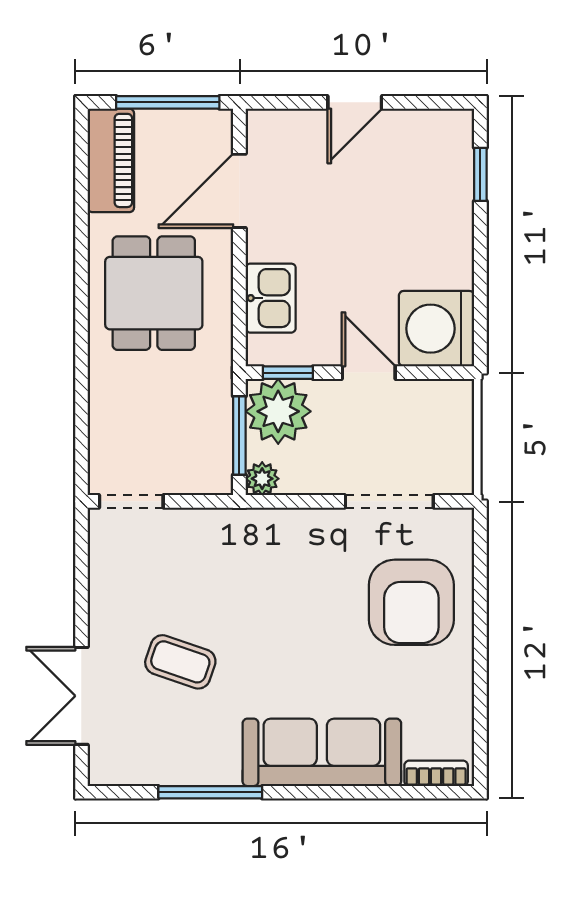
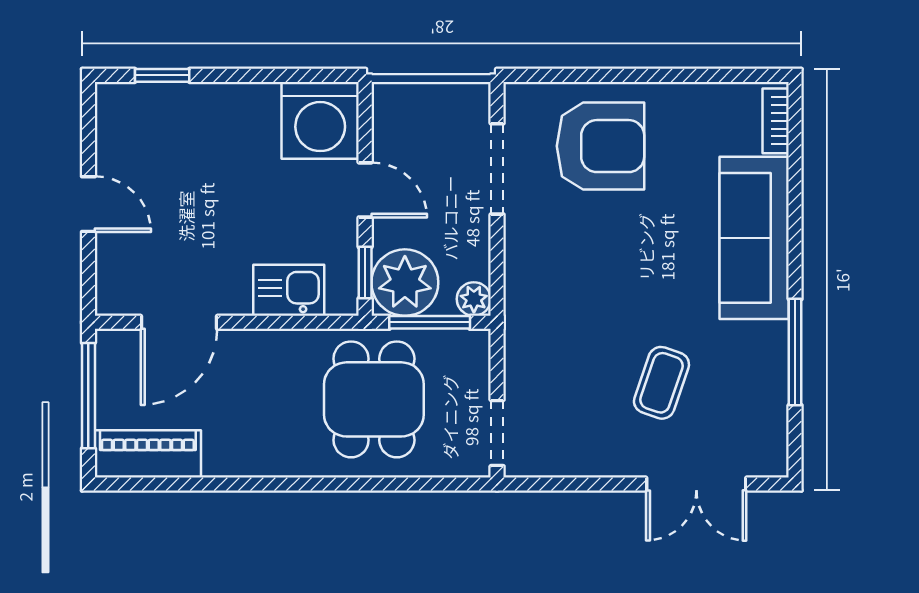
door: (239, 191) -> (179, 322), hinge flipped
dining table: (154, 293) -> (374, 399), moved, turned 90
door: (369, 373) -> (365, 190), swing flipped

